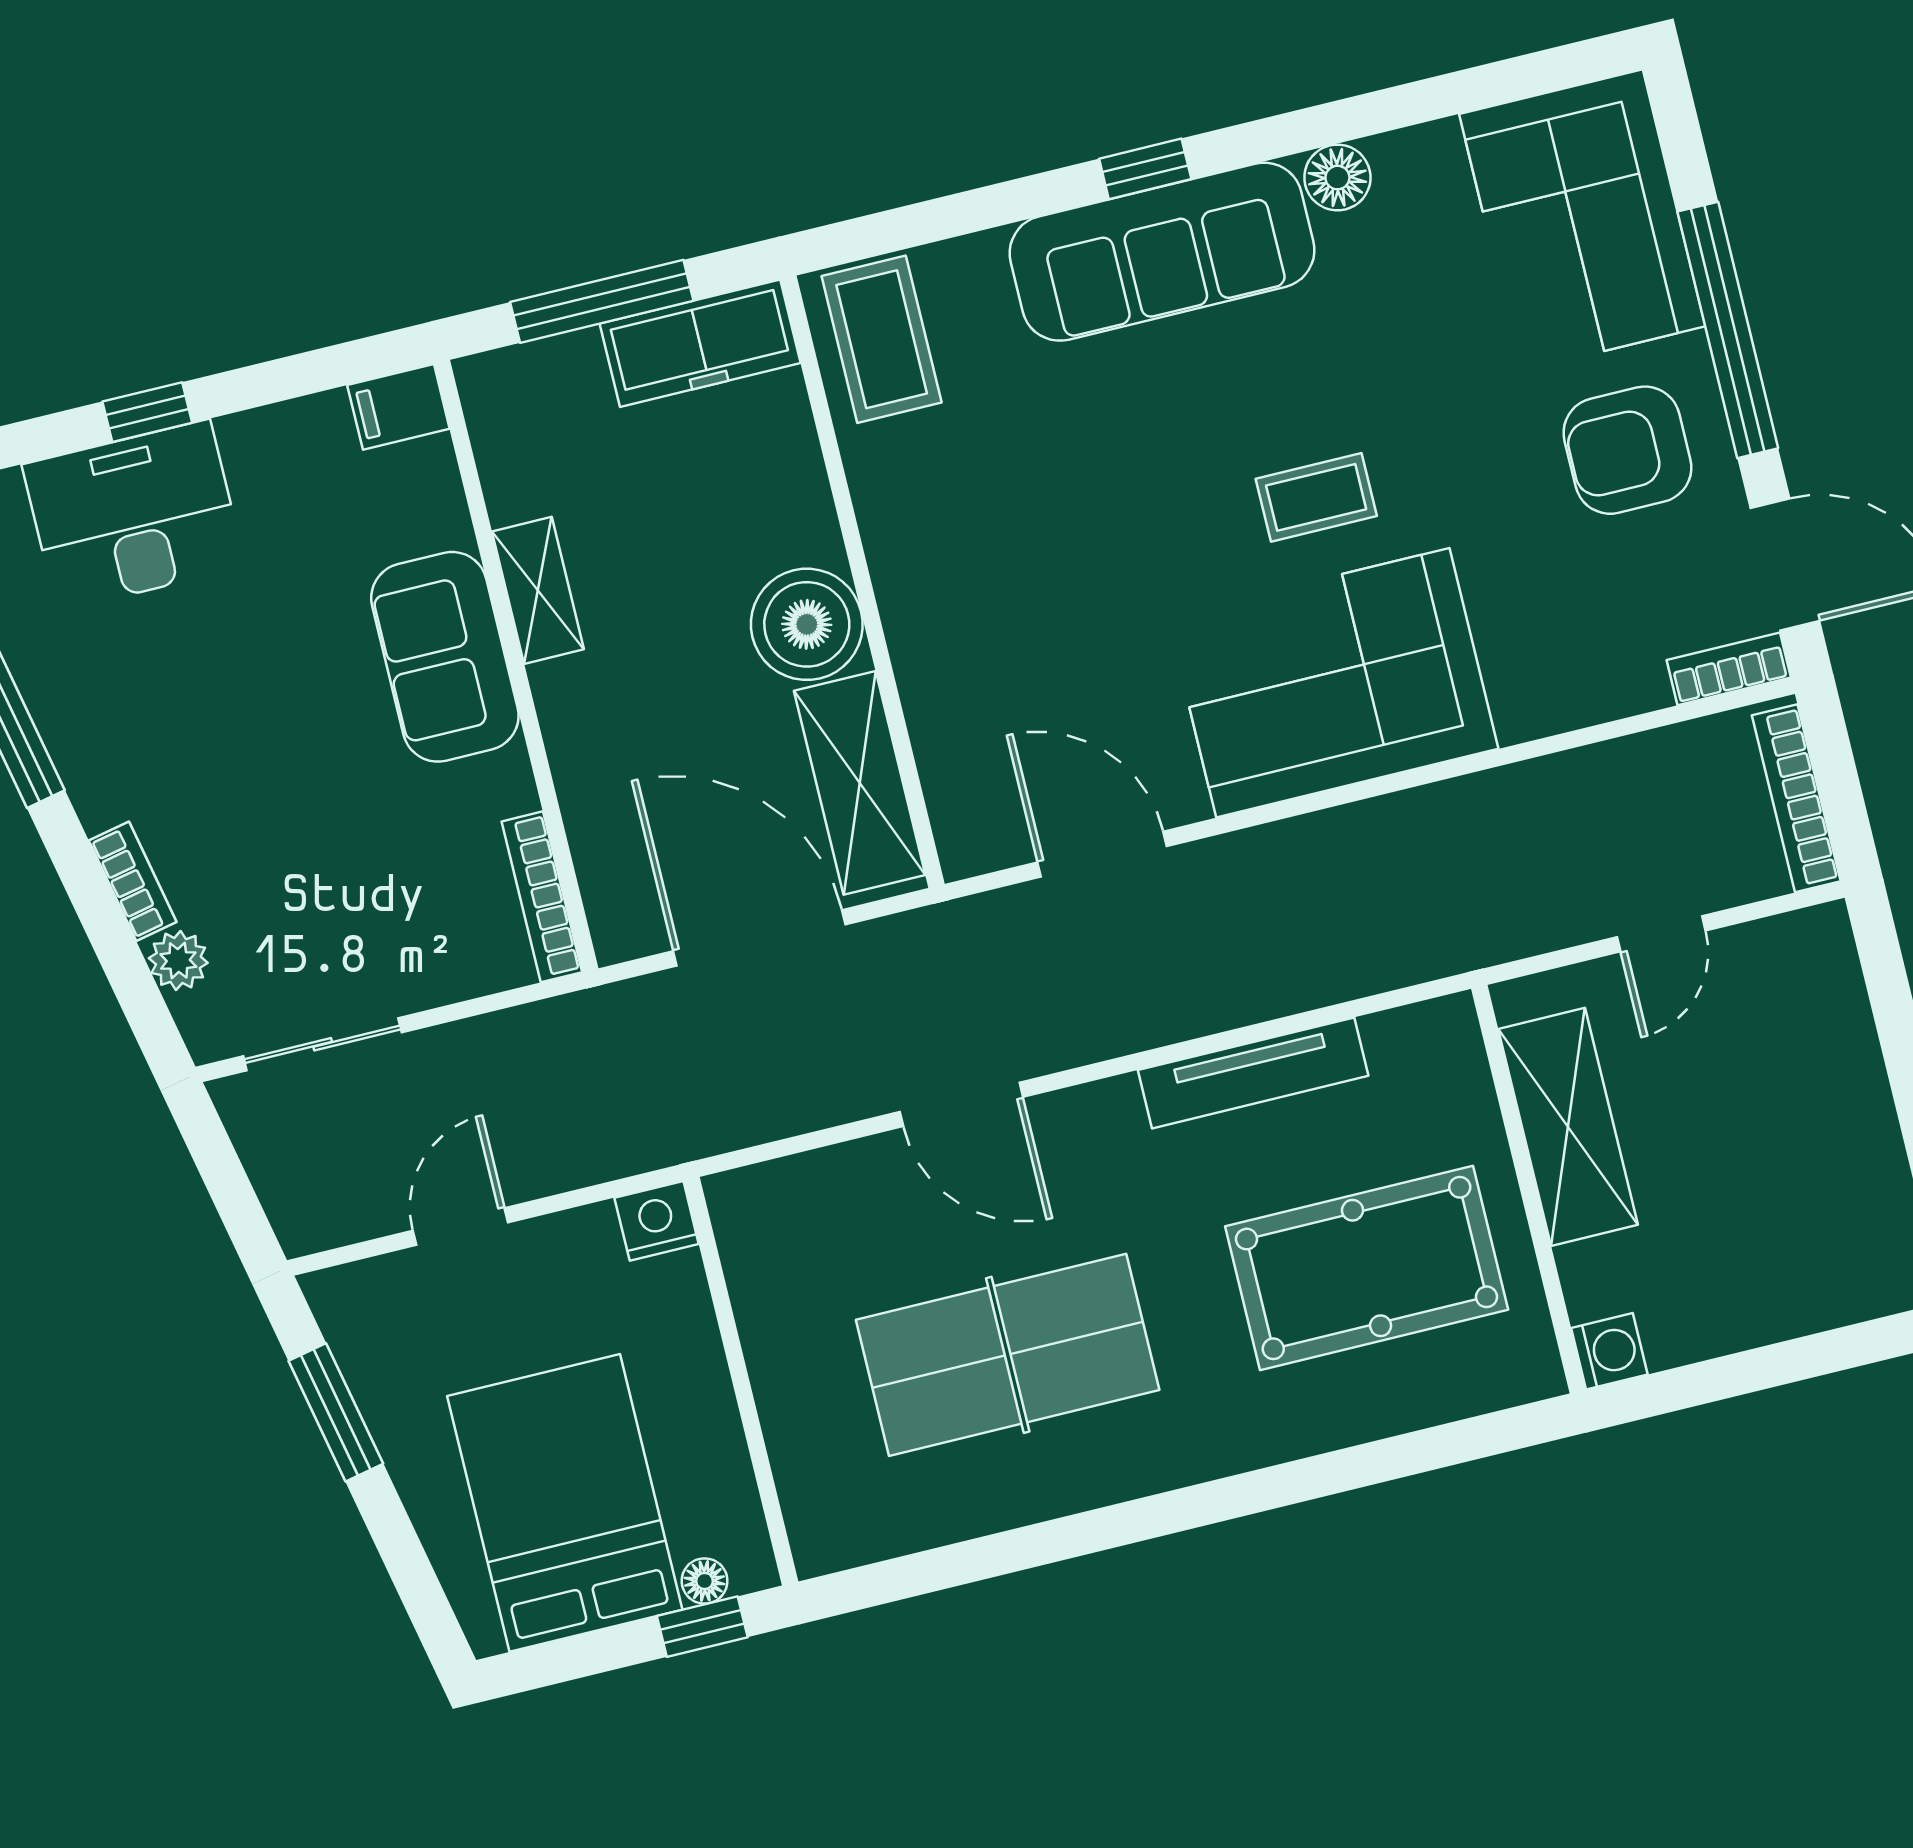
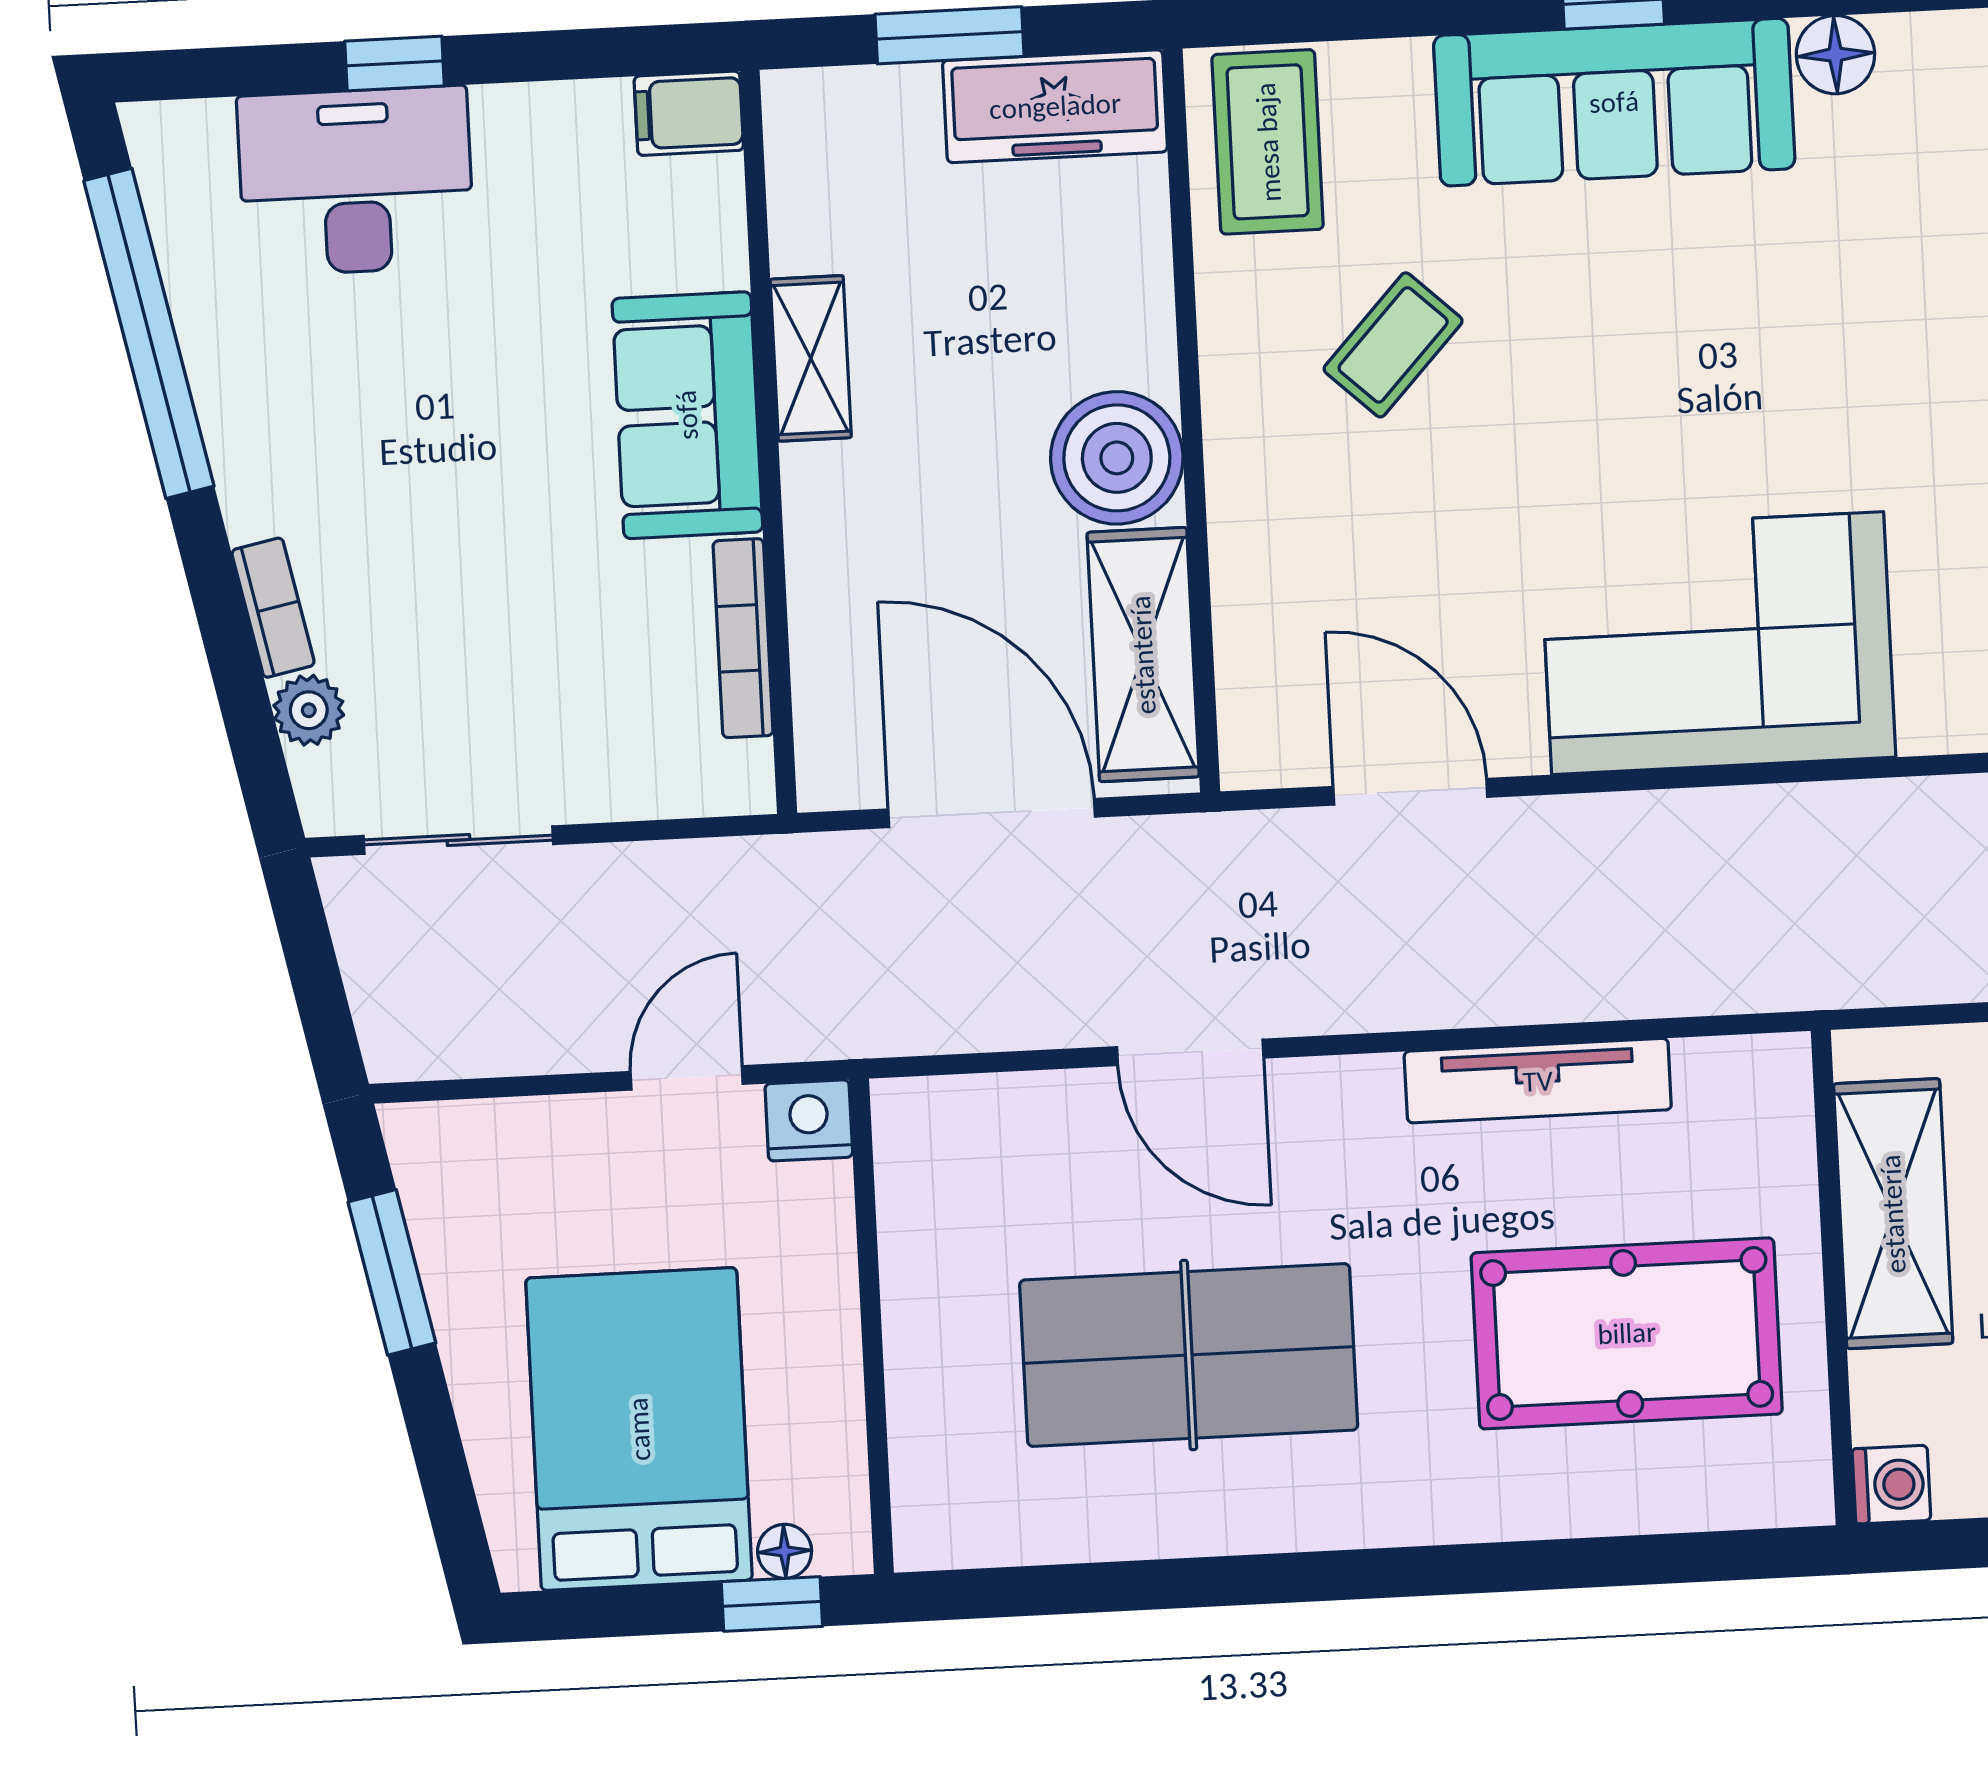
window: (602, 301) -> (950, 35), width x0.69
coffee table: (1316, 497) -> (1393, 345), moved, turned -47
bookcase: (542, 897) -> (743, 638), moved
door: (461, 1226) -> (687, 1078), moved

